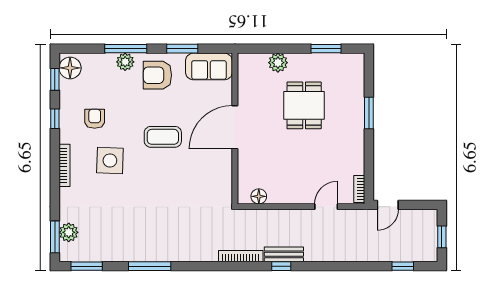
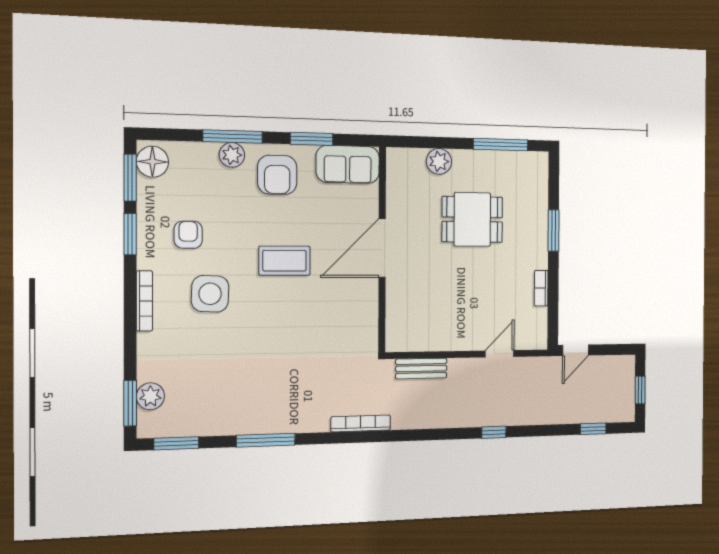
window: (326, 49) -> (501, 145), width x1.44
armchair: (157, 75) -> (277, 175), turned -90
window: (55, 79) -> (130, 178), width x1.50
dining table: (304, 105) -> (472, 219), turned 90
window: (55, 119) -> (130, 234), width x1.50
bookcase: (359, 189) -> (541, 288), moved
floor lamp: (259, 196) -> (413, 341), removed
bench: (284, 254) -> (421, 368), moved
bookcase: (241, 256) -> (361, 423), moved
window: (281, 266) -> (494, 432), moved

